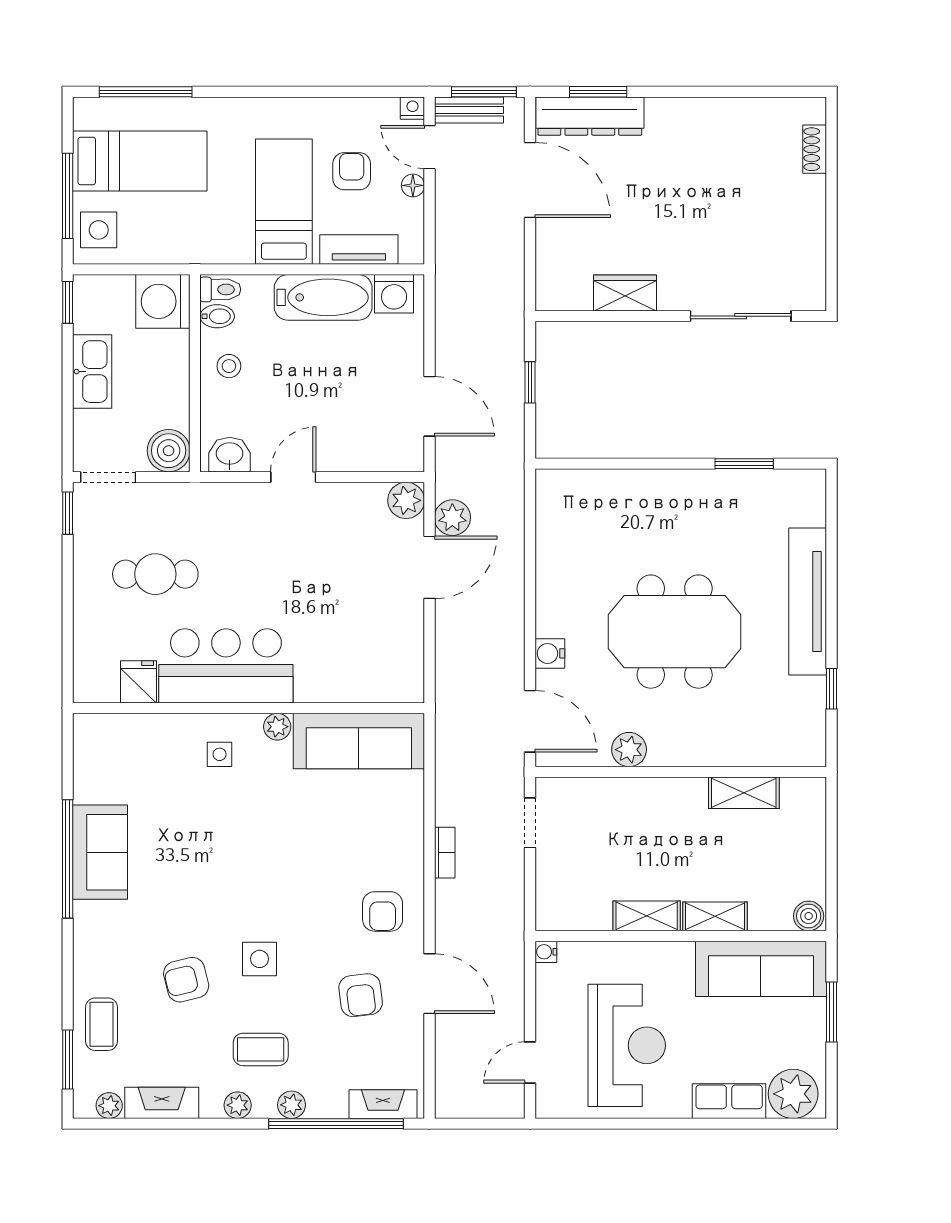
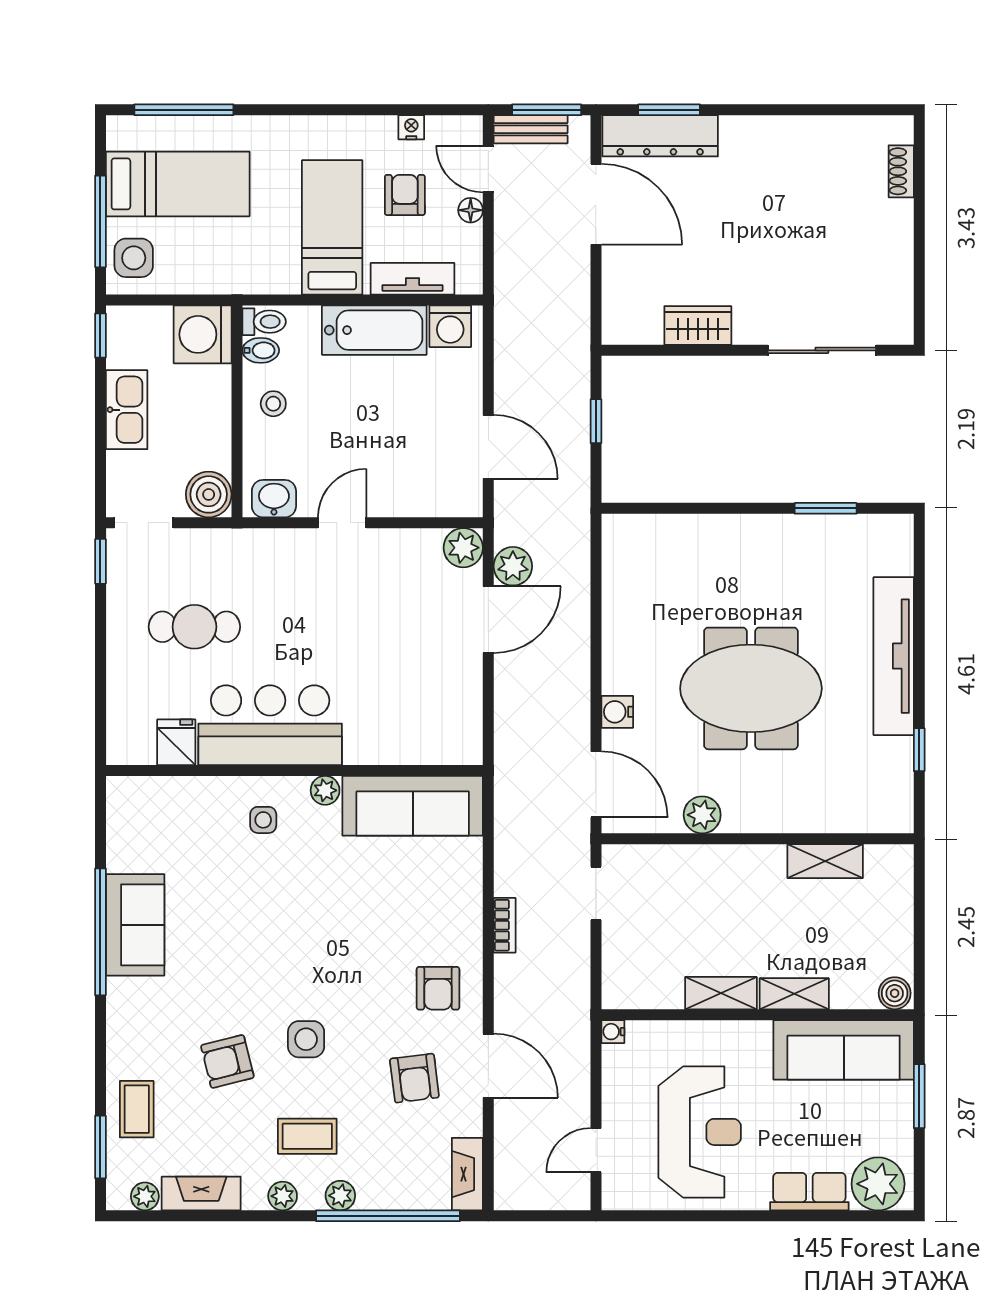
nightstand: (412, 108) -> (411, 127), moved
fireplace: (383, 1104) -> (467, 1174), moved, turned -90

